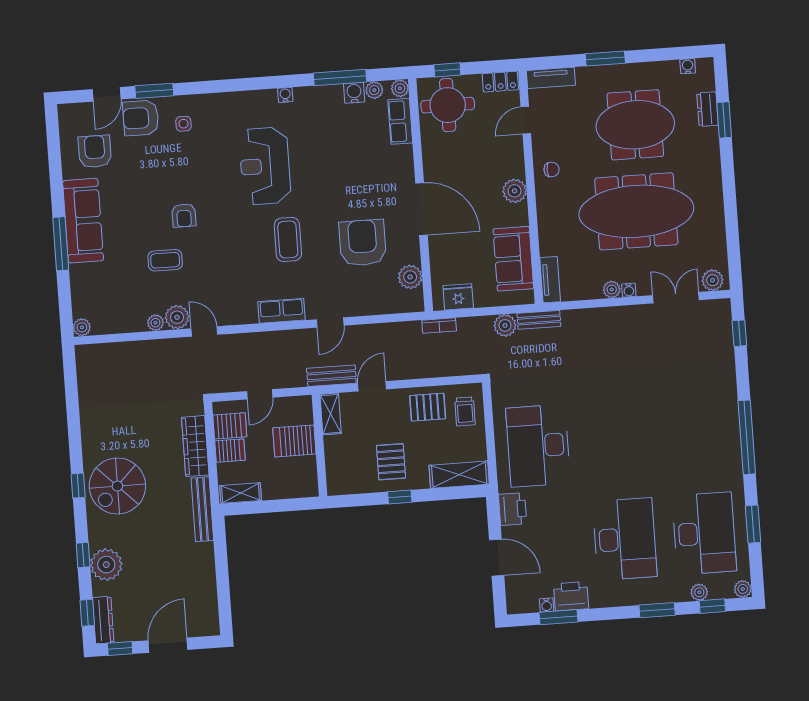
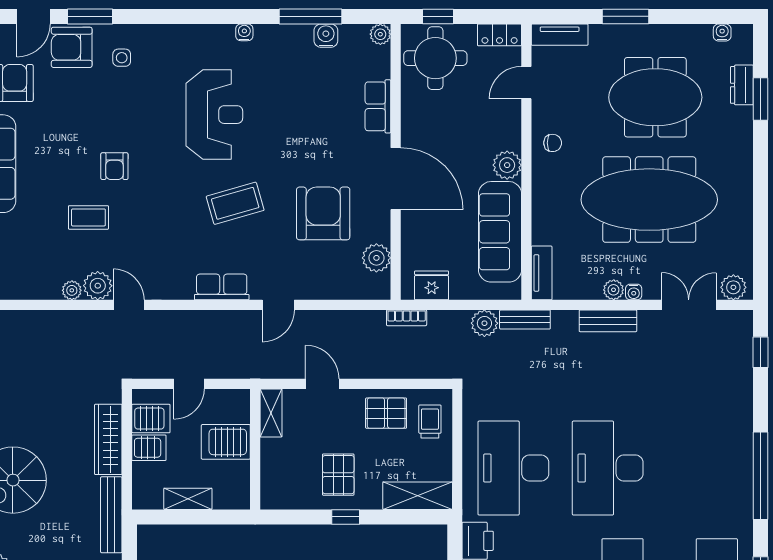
plant: (374, 90) -> (350, 34), removed
row of seats: (400, 121) -> (378, 106), moved
reception desk: (265, 166) -> (214, 115), turned 180
coffee table: (288, 239) -> (235, 203), turned 74
sofa: (513, 259) -> (500, 232), width x1.36
bench: (331, 376) -> (608, 321), moved
door: (372, 386) -> (322, 384), hinge flipped
trolley: (465, 411) -> (430, 421), turned 180
desk: (618, 440) -> (608, 468), added
shelving: (241, 493) -> (188, 499), moved

